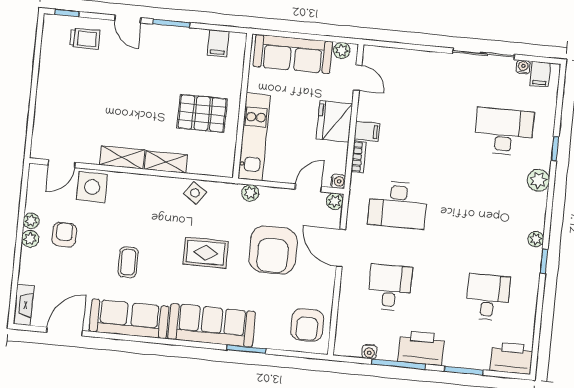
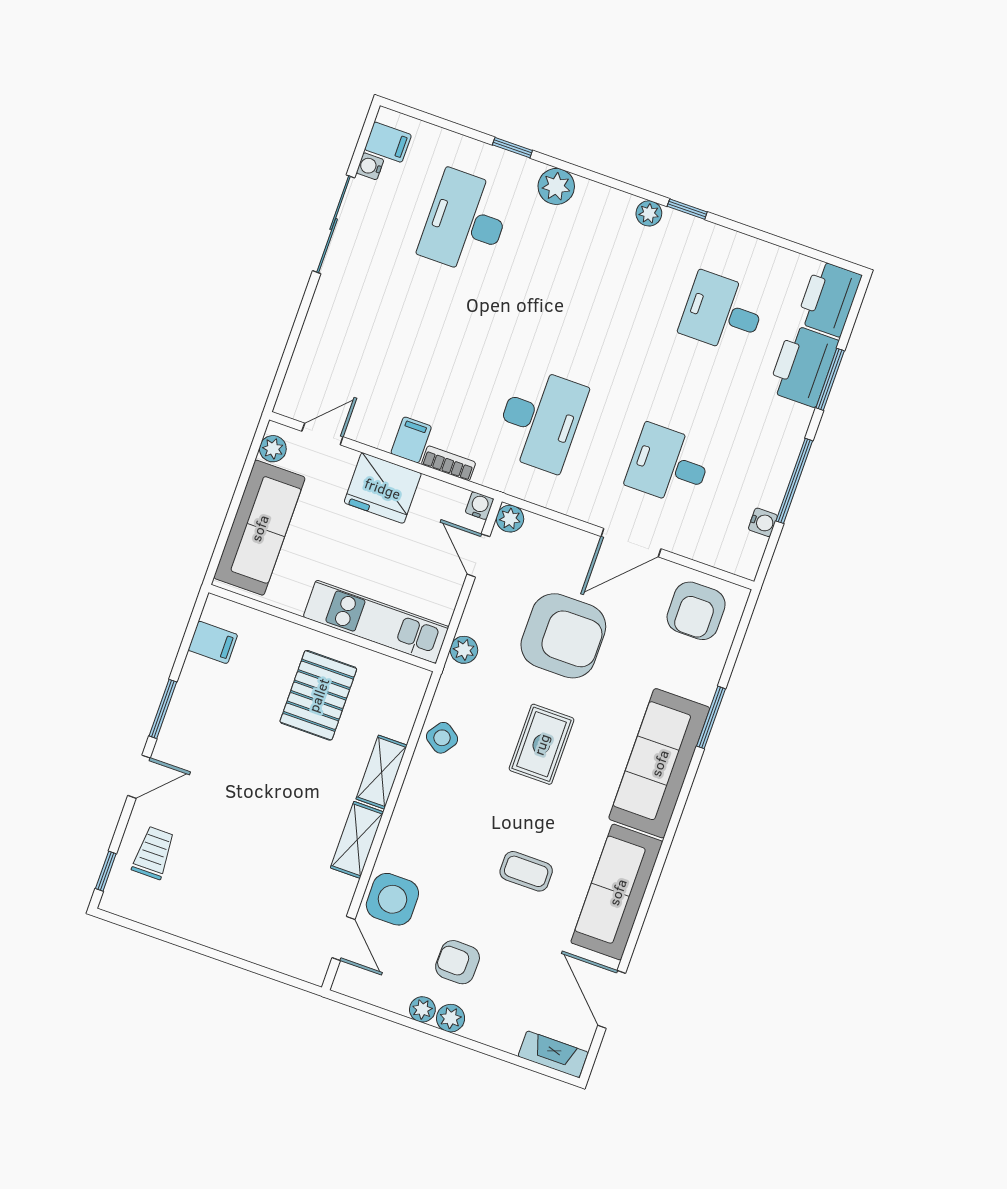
door: (341, 248) -> (631, 543), moved
armchair: (307, 325) -> (696, 611), turned 90
printer: (421, 348) -> (803, 366), moved

